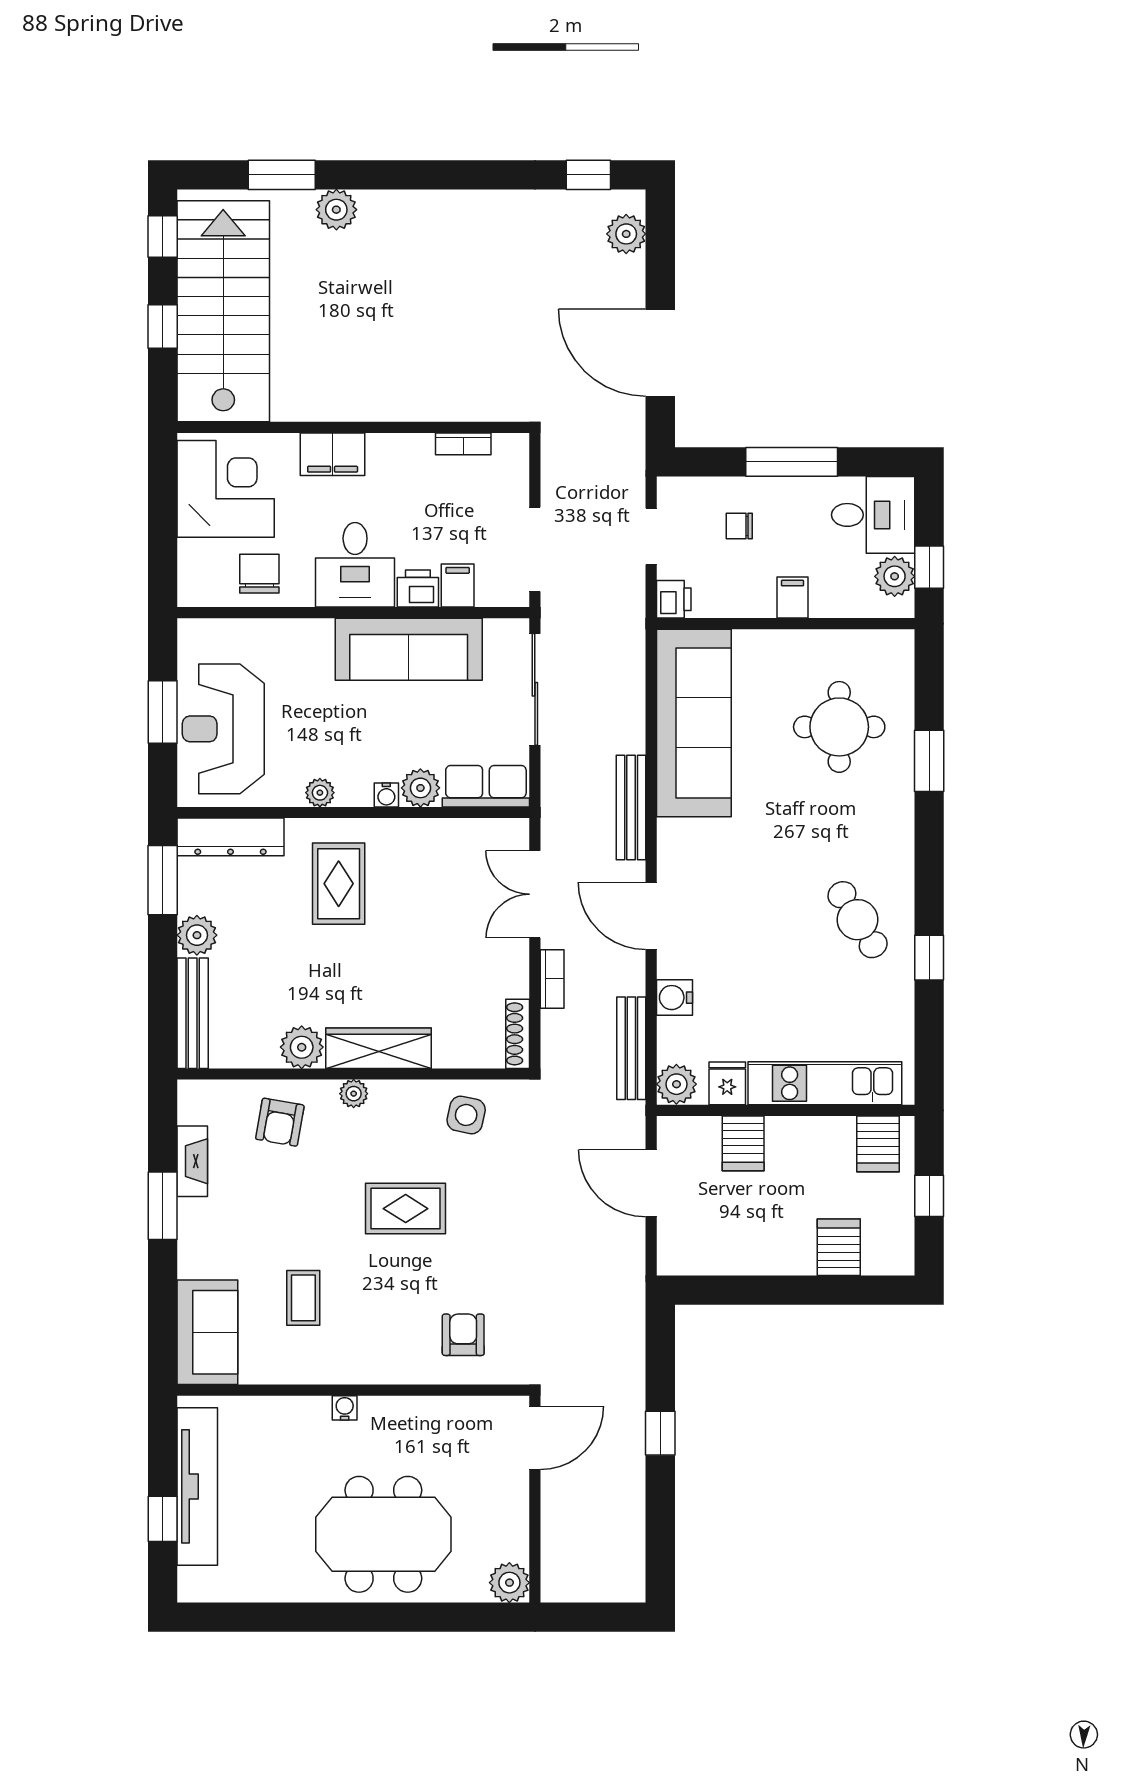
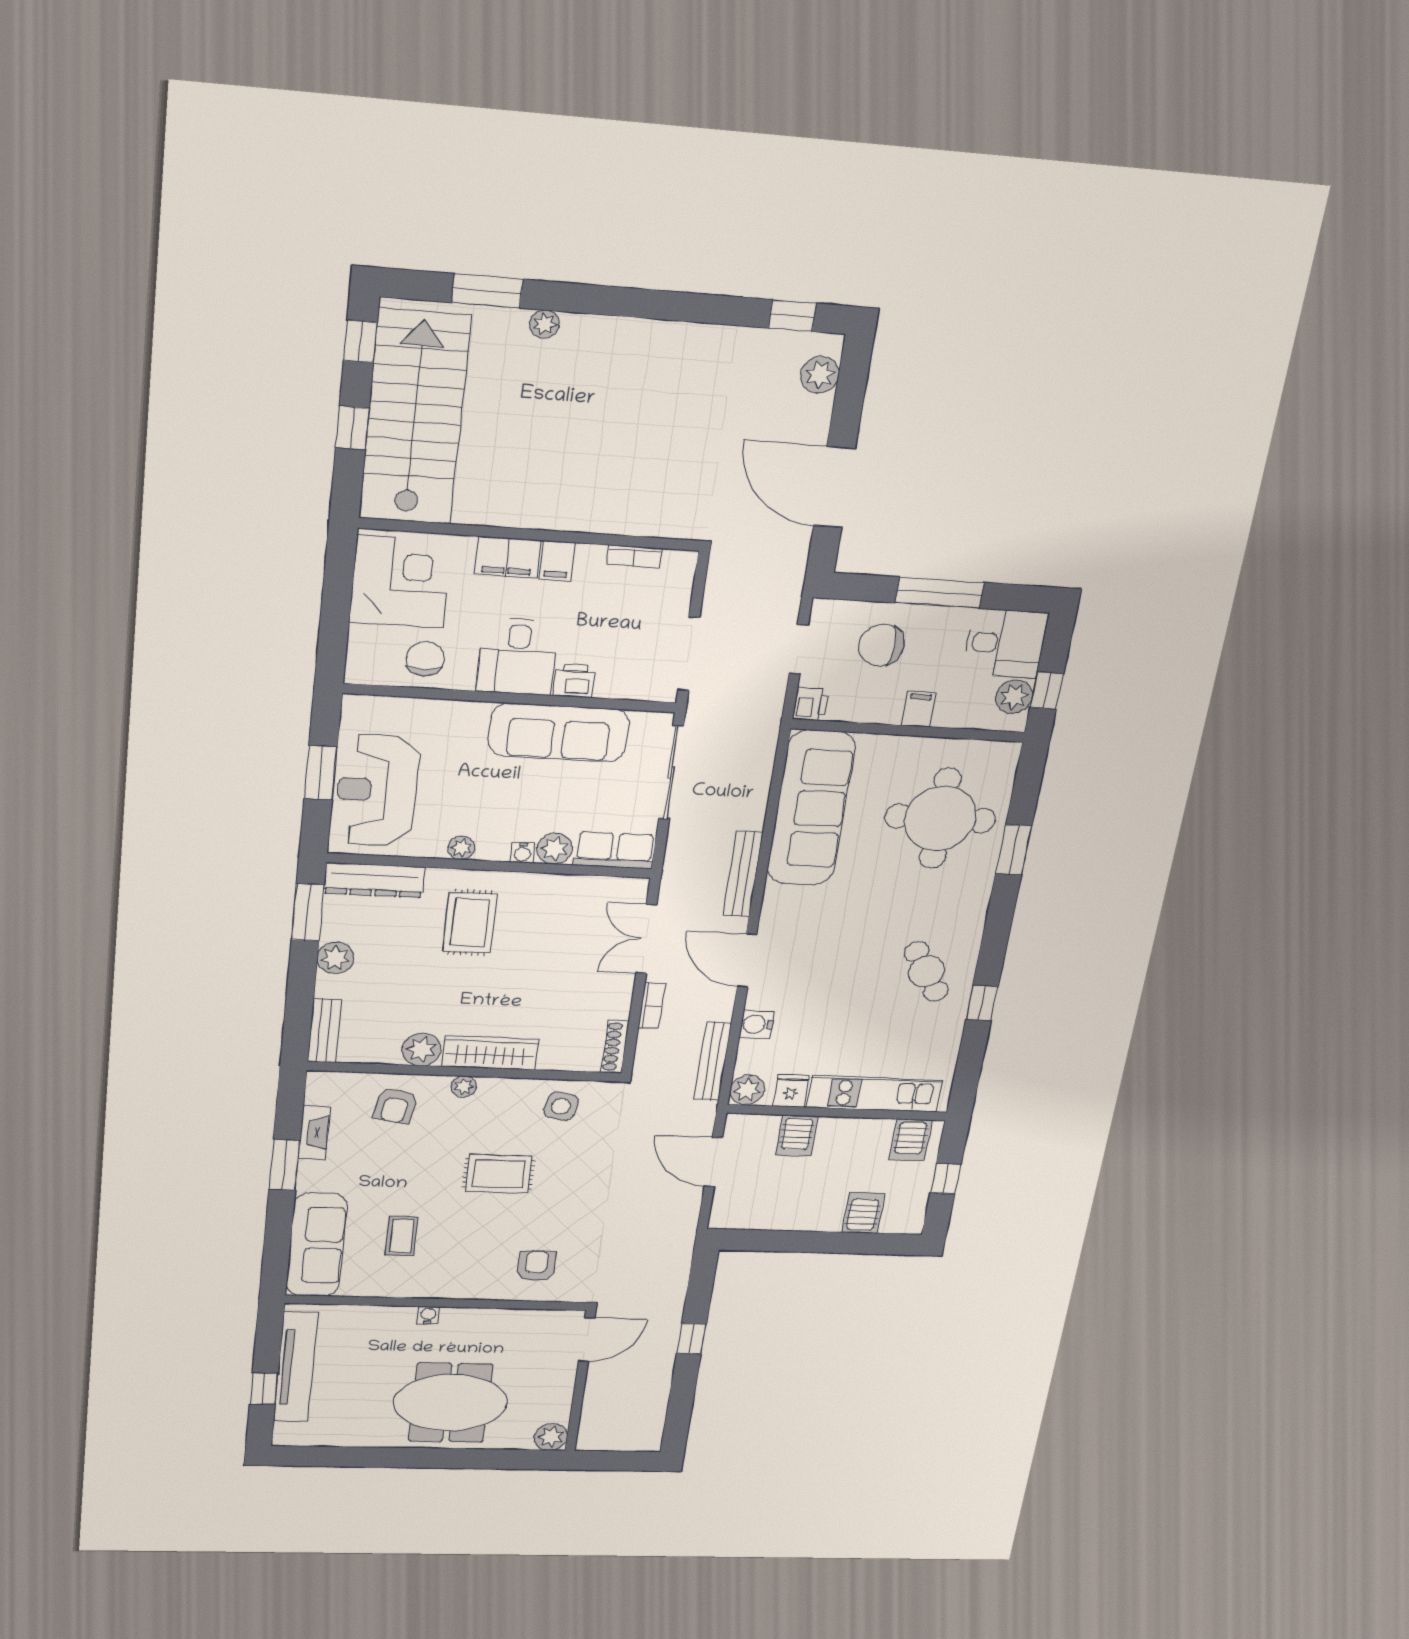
plant: (336, 210) -> (545, 324), width x0.73, depth x0.73
chair: (739, 526) -> (881, 645), width x1.87, depth x1.87
filing cabinet: (458, 586) -> (557, 561), moved, turned 180
round table: (839, 727) -> (940, 818), width x1.36, depth x1.36
bench: (193, 1013) -> (324, 1031), width x0.73
sofa: (207, 1332) -> (317, 1245), width x1.36

